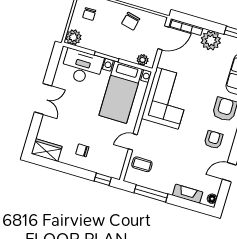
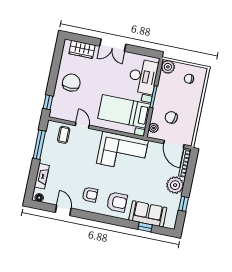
chair: (131, 21) -> (171, 117), moved
wardrobe: (47, 150) -> (82, 49), moved, turned 90
chair: (82, 150) -> (71, 83), width x1.87, depth x1.87

